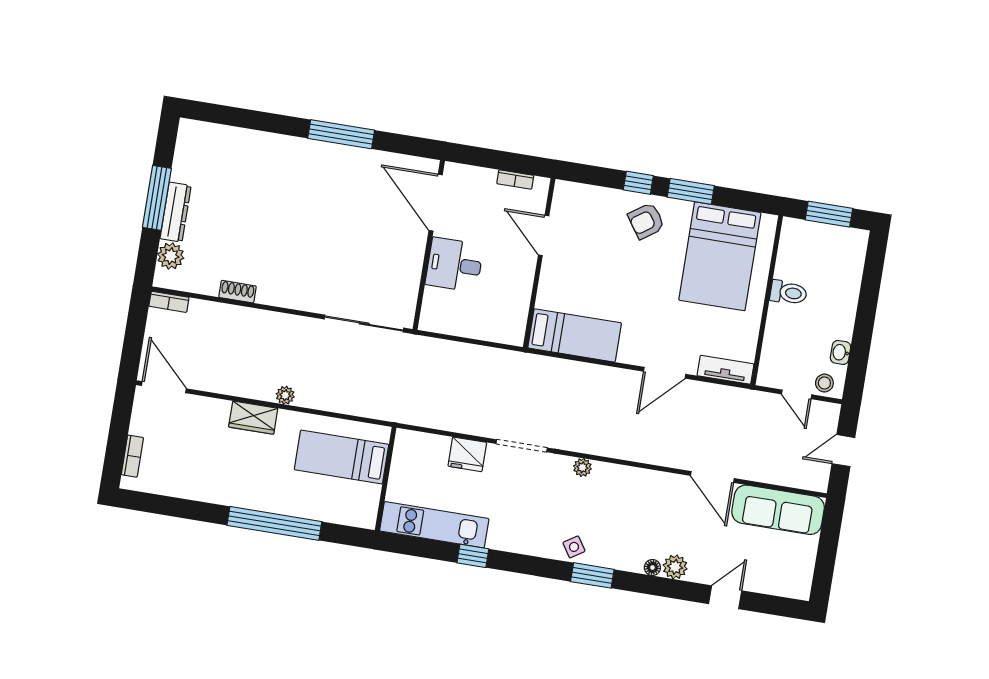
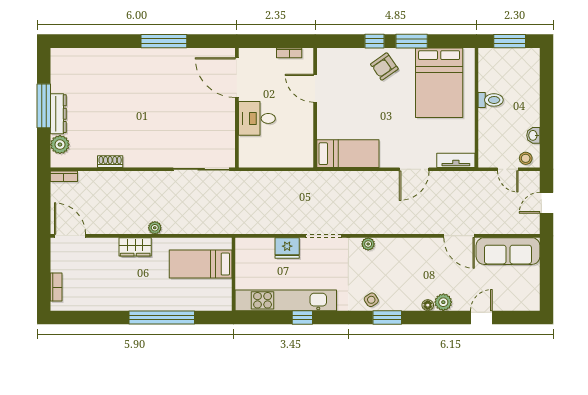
kitchen unit: (434, 525) -> (286, 300), width x1.36

